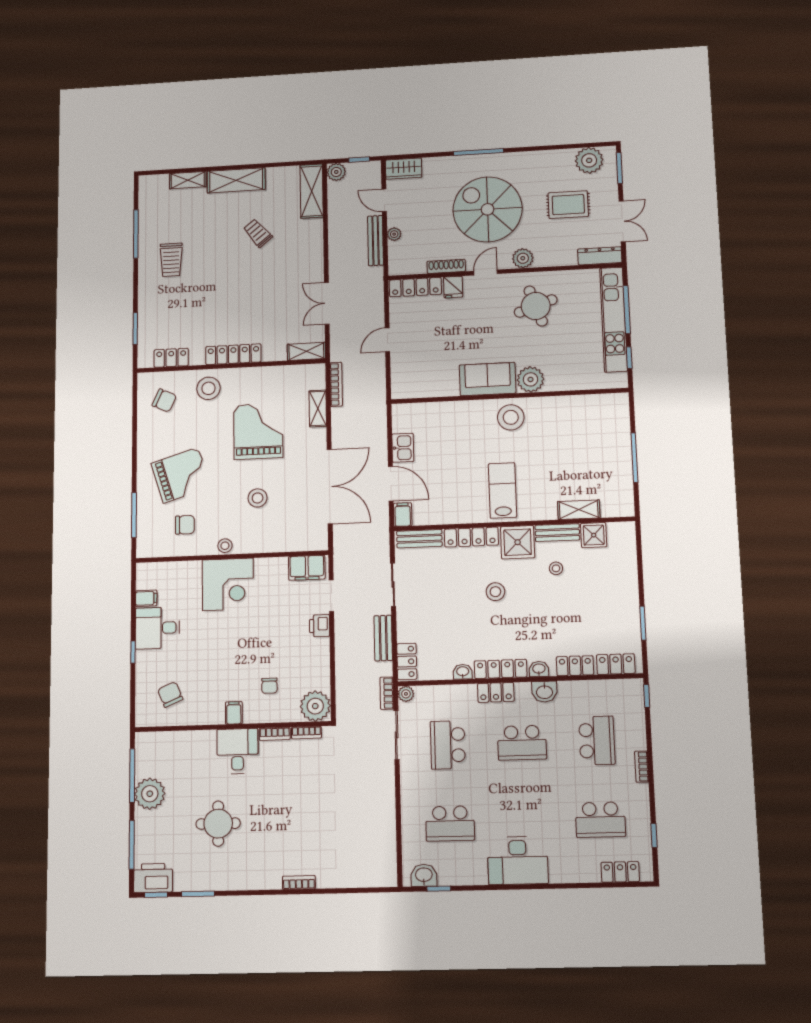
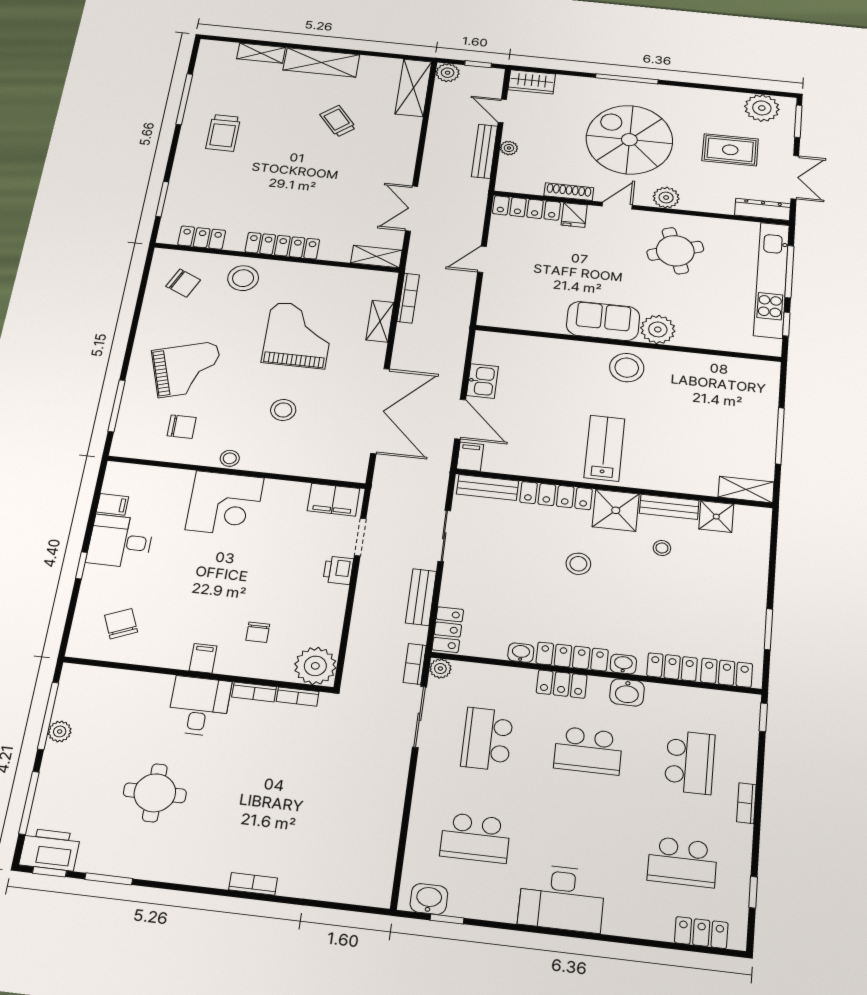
shelving: (579, 510) -> (746, 489), moved
plant: (150, 794) -> (60, 731), width x0.53, depth x0.53

